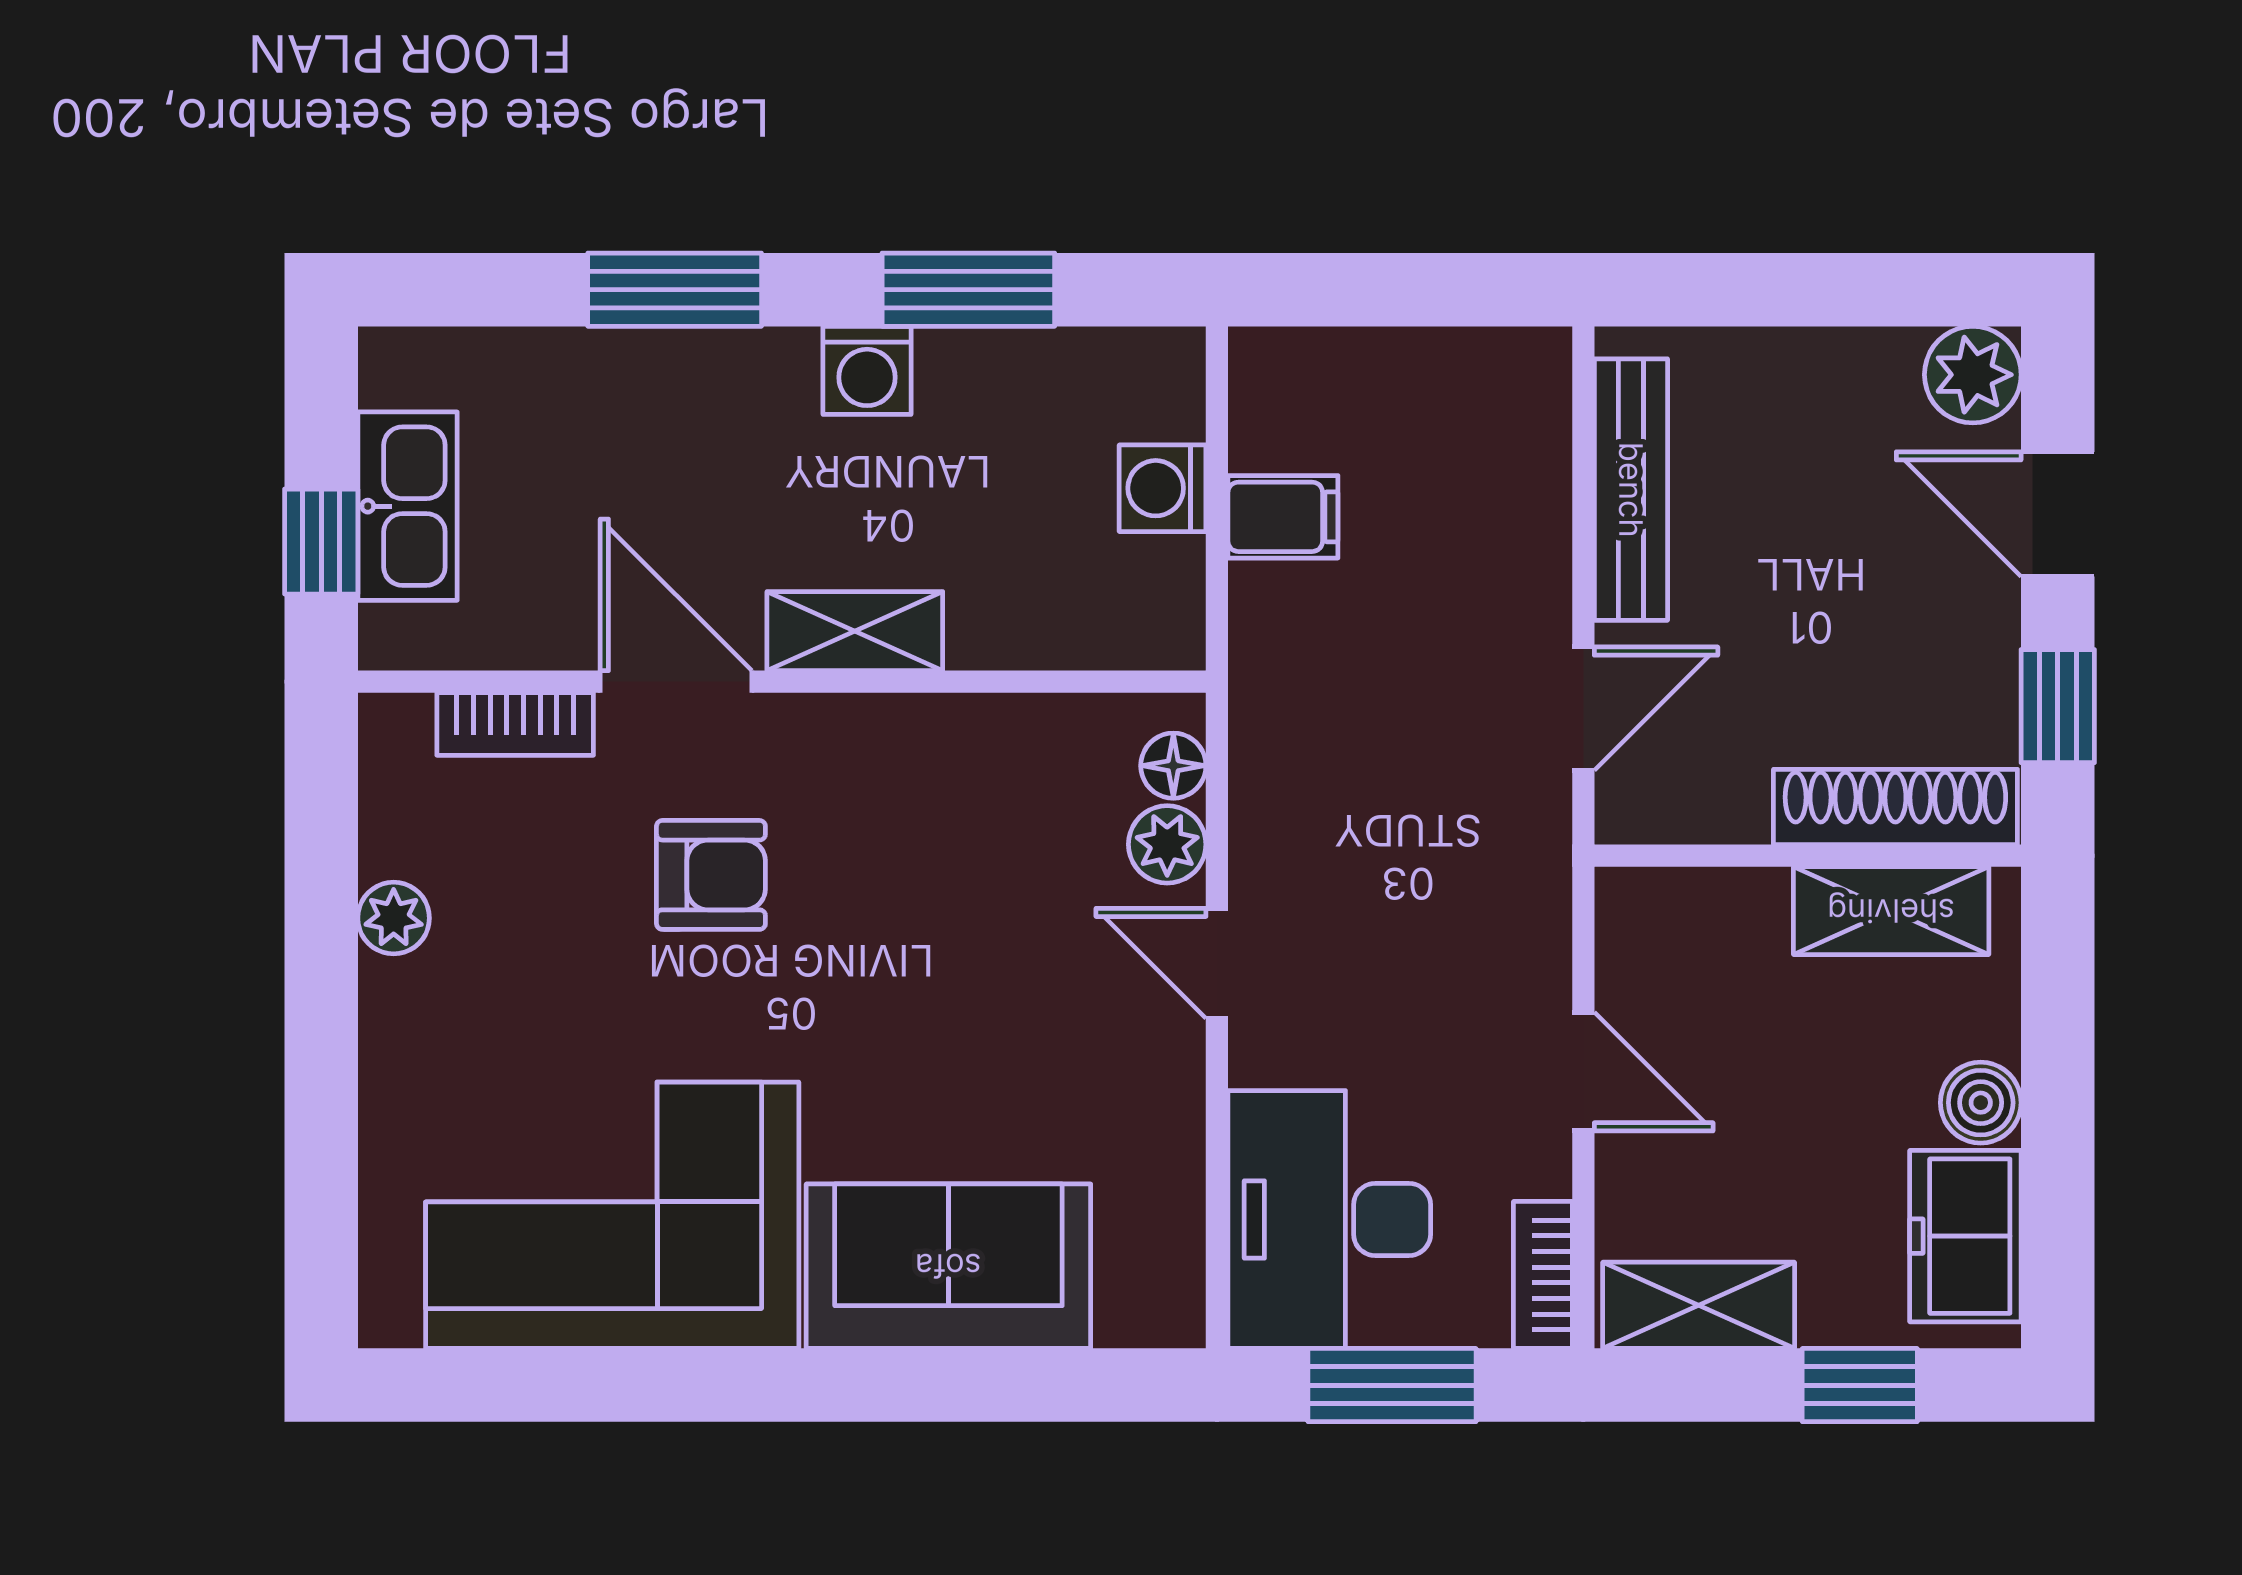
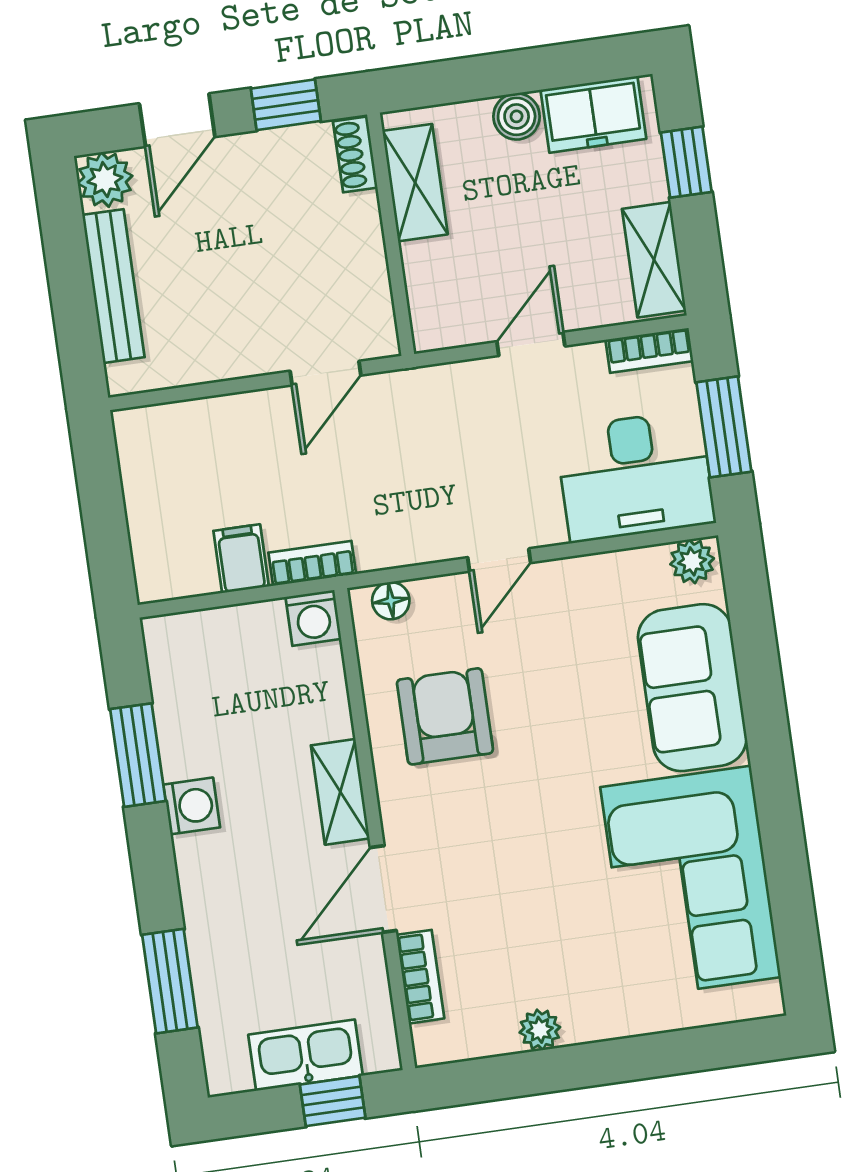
window: (675, 290) -> (170, 981), moved
washing machine: (1163, 488) -> (313, 618), moved
bench: (1631, 490) -> (113, 286), moved, turned 90
bookcase: (1257, 639) -> (312, 563), added
door: (1583, 709) -> (326, 373), swing flipped
shoe rack: (1895, 807) -> (355, 154), width x0.51, depth x0.81
plant: (1167, 844) -> (692, 561), moved
armchair: (711, 875) -> (445, 716), moved, width x1.38, depth x1.38

